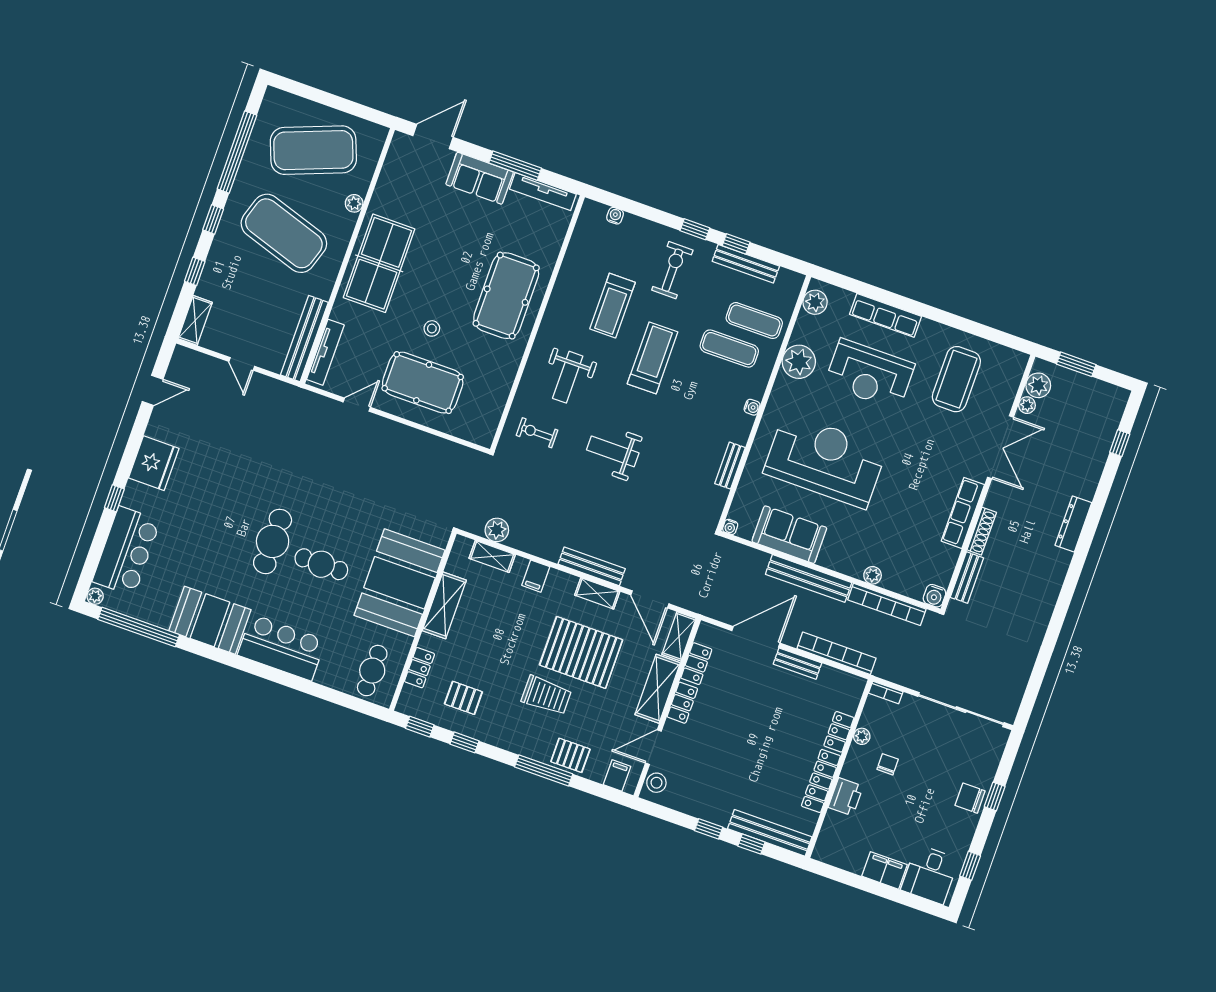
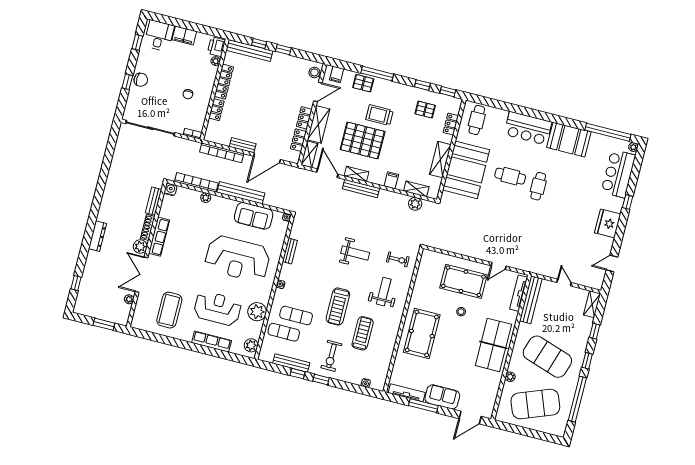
plant: (1038, 385) -> (140, 247), moved
cafe table: (273, 541) -> (538, 186), width x0.73, depth x0.74
plant: (862, 736) -> (216, 61), moved
printer: (846, 797) -> (216, 47), moved

